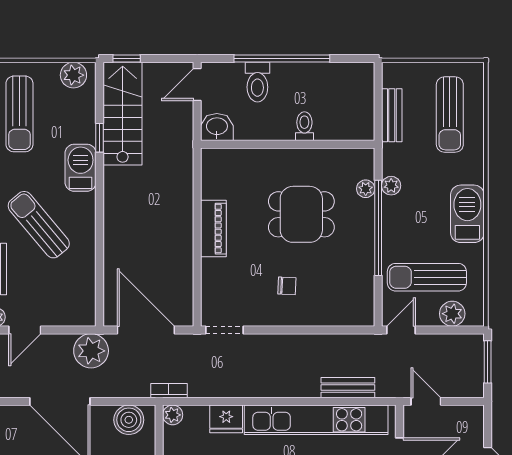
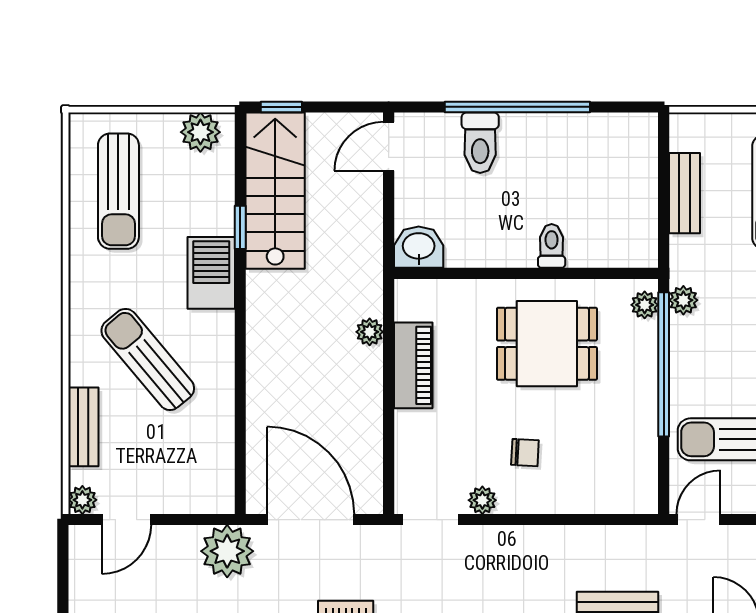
toilet: (304, 126) -> (552, 246), moved
washbasin: (217, 127) -> (419, 247), moved
wall: (288, 144) -> (526, 273), moved
plant: (185, 206) -> (370, 332), added
plant: (259, 317) -> (482, 500), added

